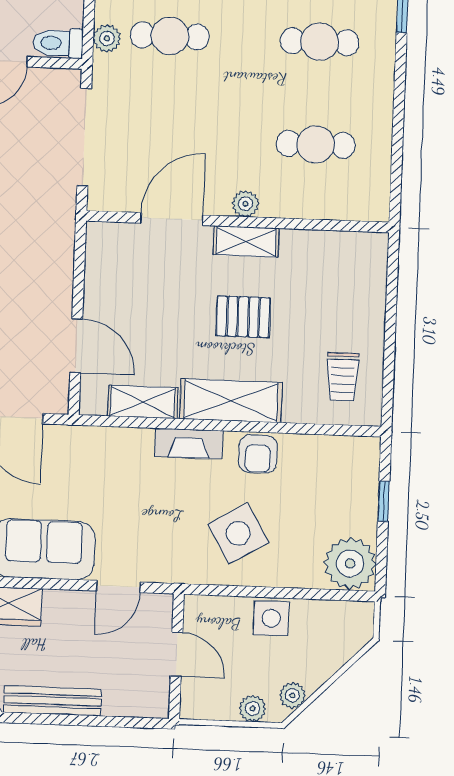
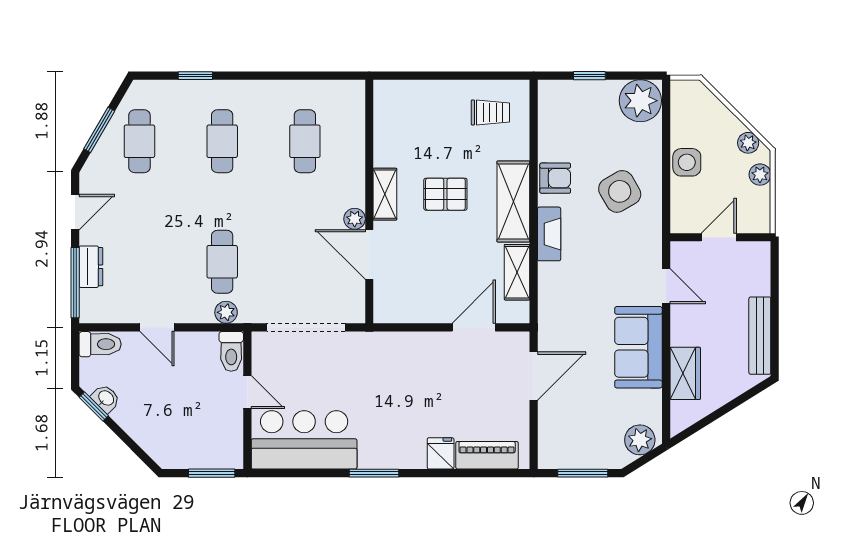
plant: (245, 204) -> (355, 219), moved
pallet: (243, 317) -> (445, 194), turned 90

